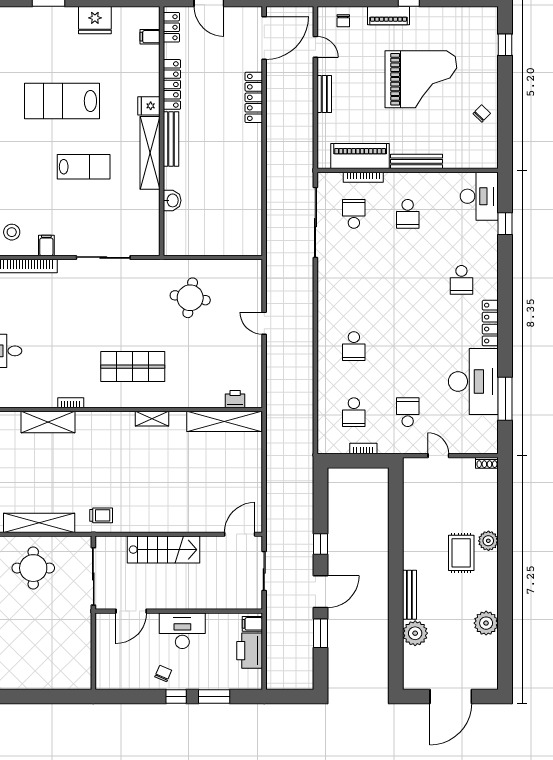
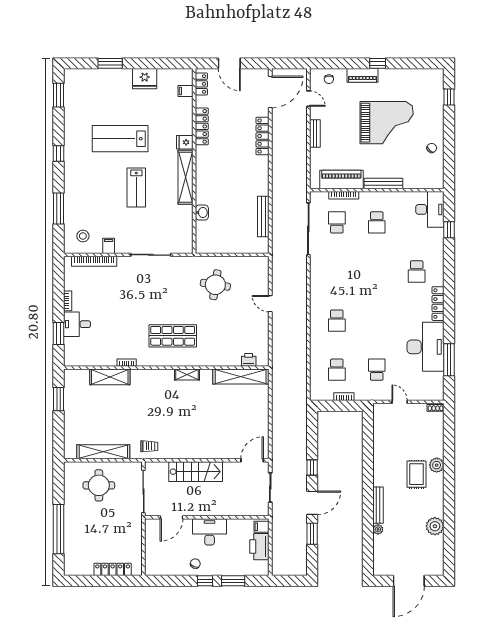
bench: (171, 139) -> (263, 216), moved
lab bench: (84, 167) -> (136, 187), turned 90
plant: (415, 633) -> (378, 529), width x0.53, depth x0.53
locker: (52, 681) -> (113, 569), added

